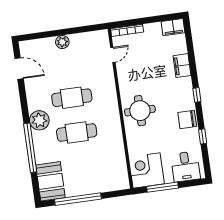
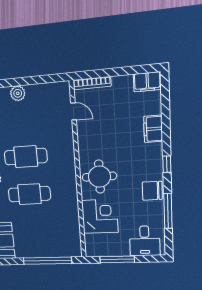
door: (113, 55) -> (73, 111), hinge flipped
window: (203, 136) -> (168, 211), width x2.17
corner desk: (146, 170) -> (100, 216), moved, turned 90
window: (78, 199) -> (47, 261), moved

